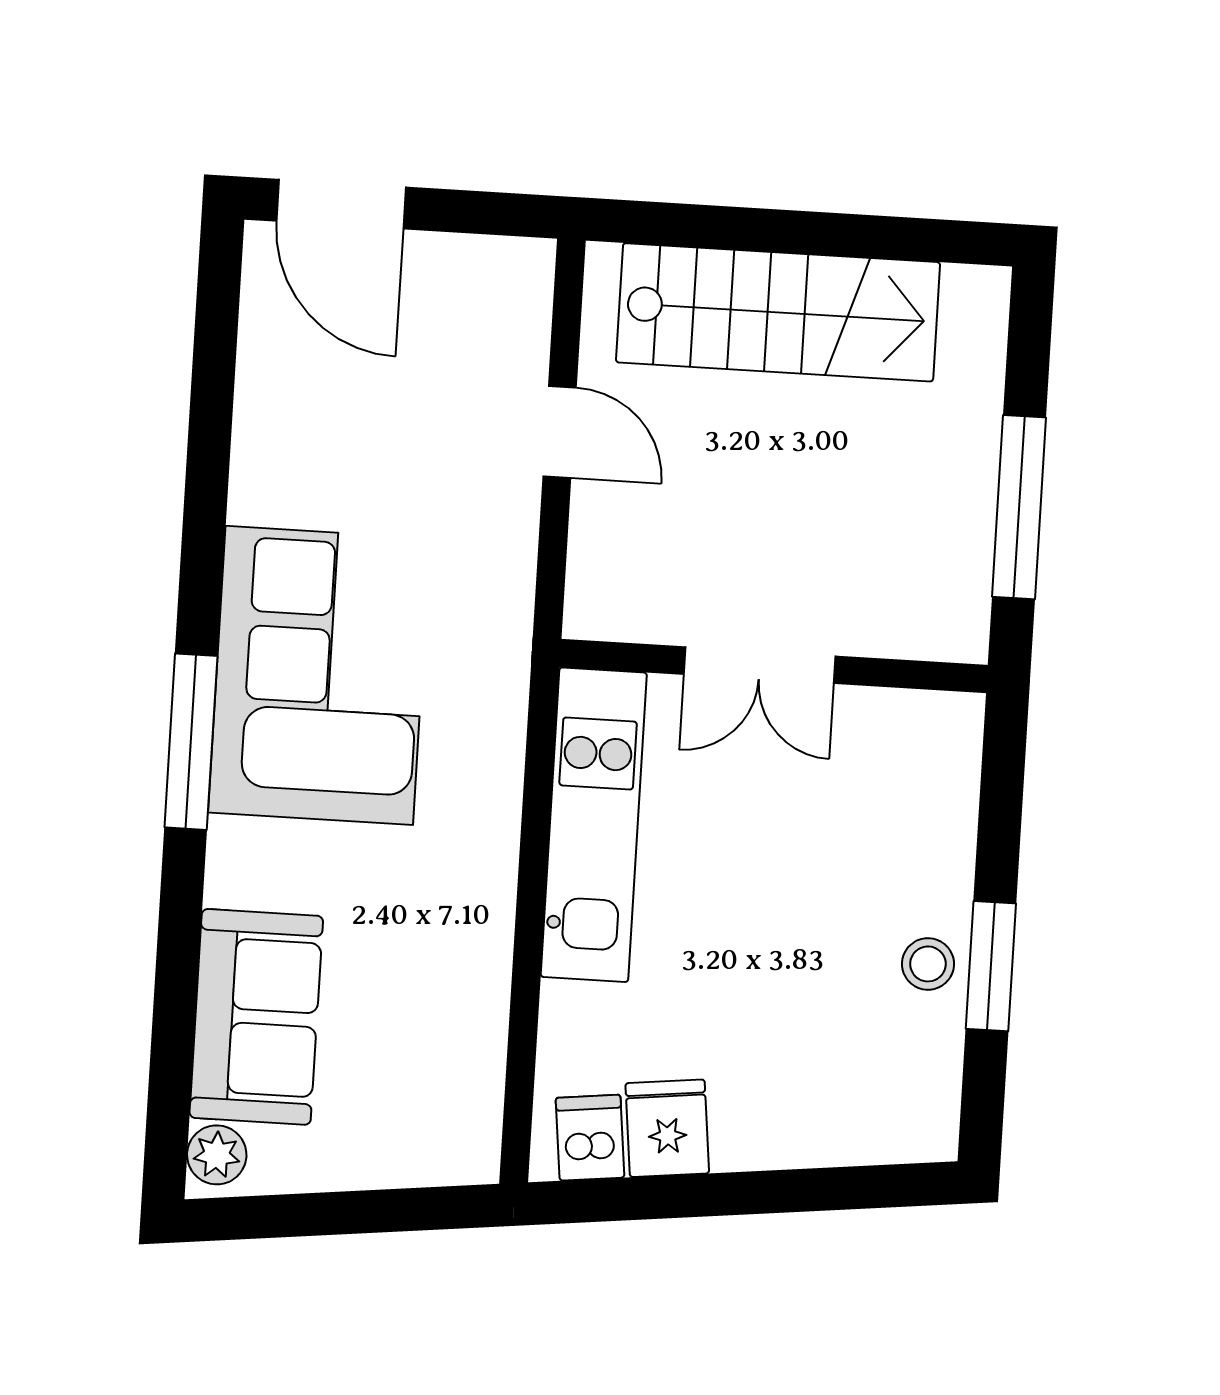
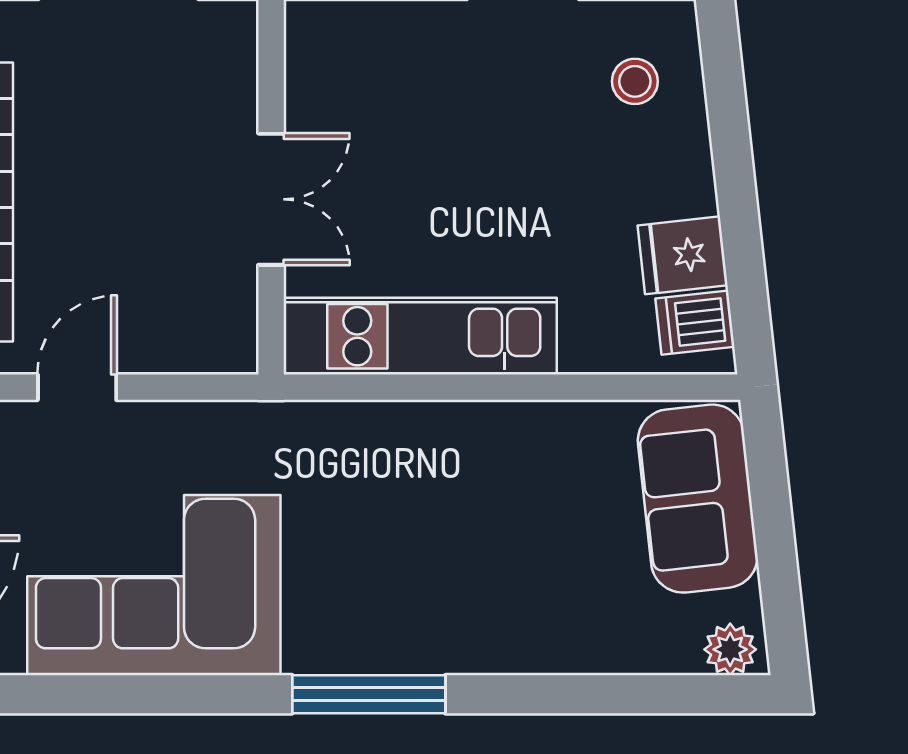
corner sofa: (319, 675) -> (154, 585), moved
stool: (928, 964) -> (635, 81), moved
sofa: (256, 1017) -> (698, 499), moved, turned -96

